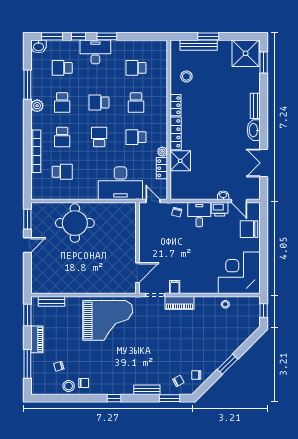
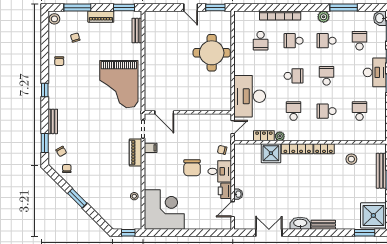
chair: (249, 229) -> (192, 168), moved, turned 180
stool: (69, 386) -> (54, 19), moved

